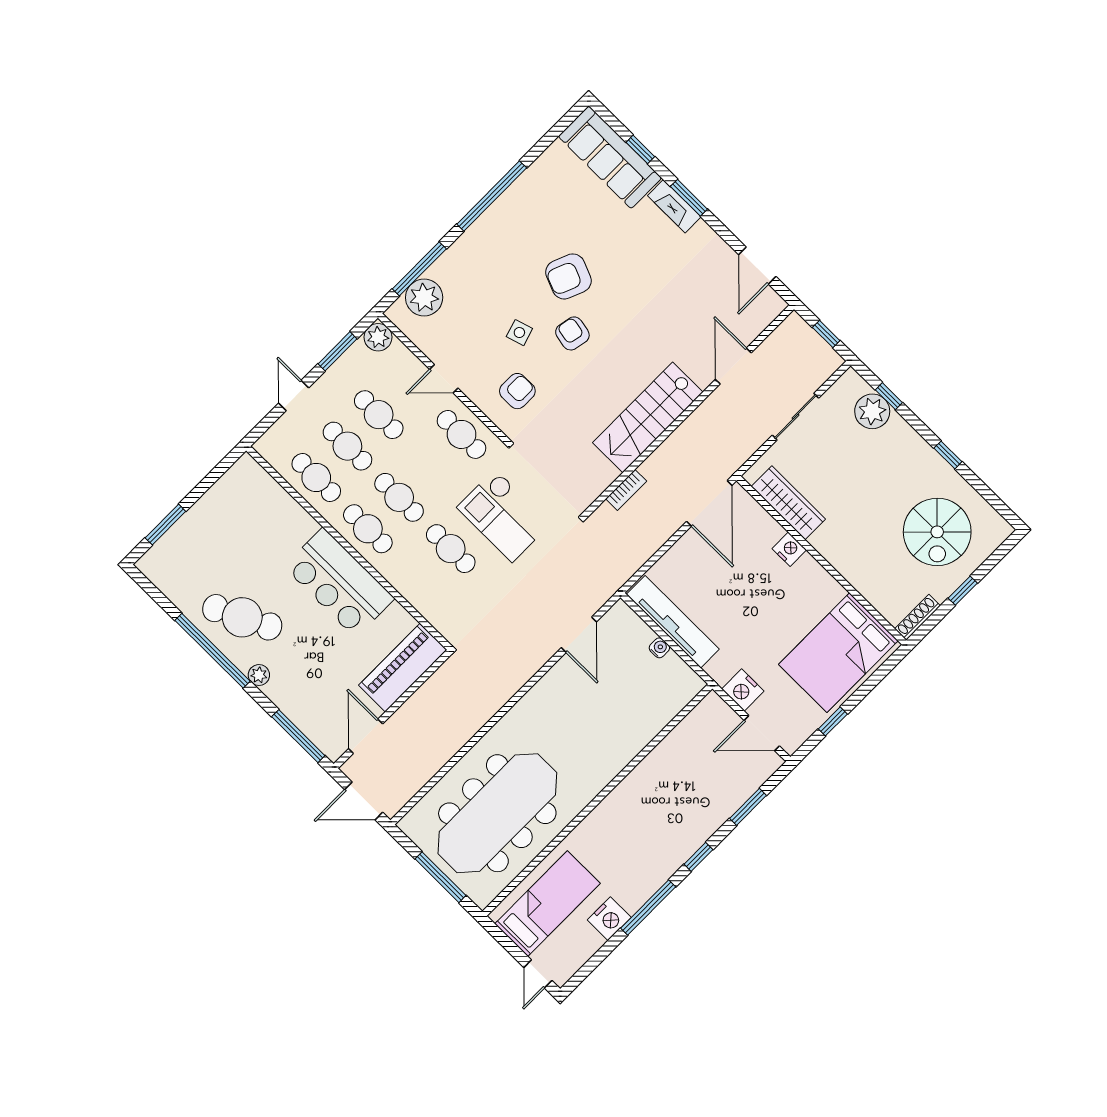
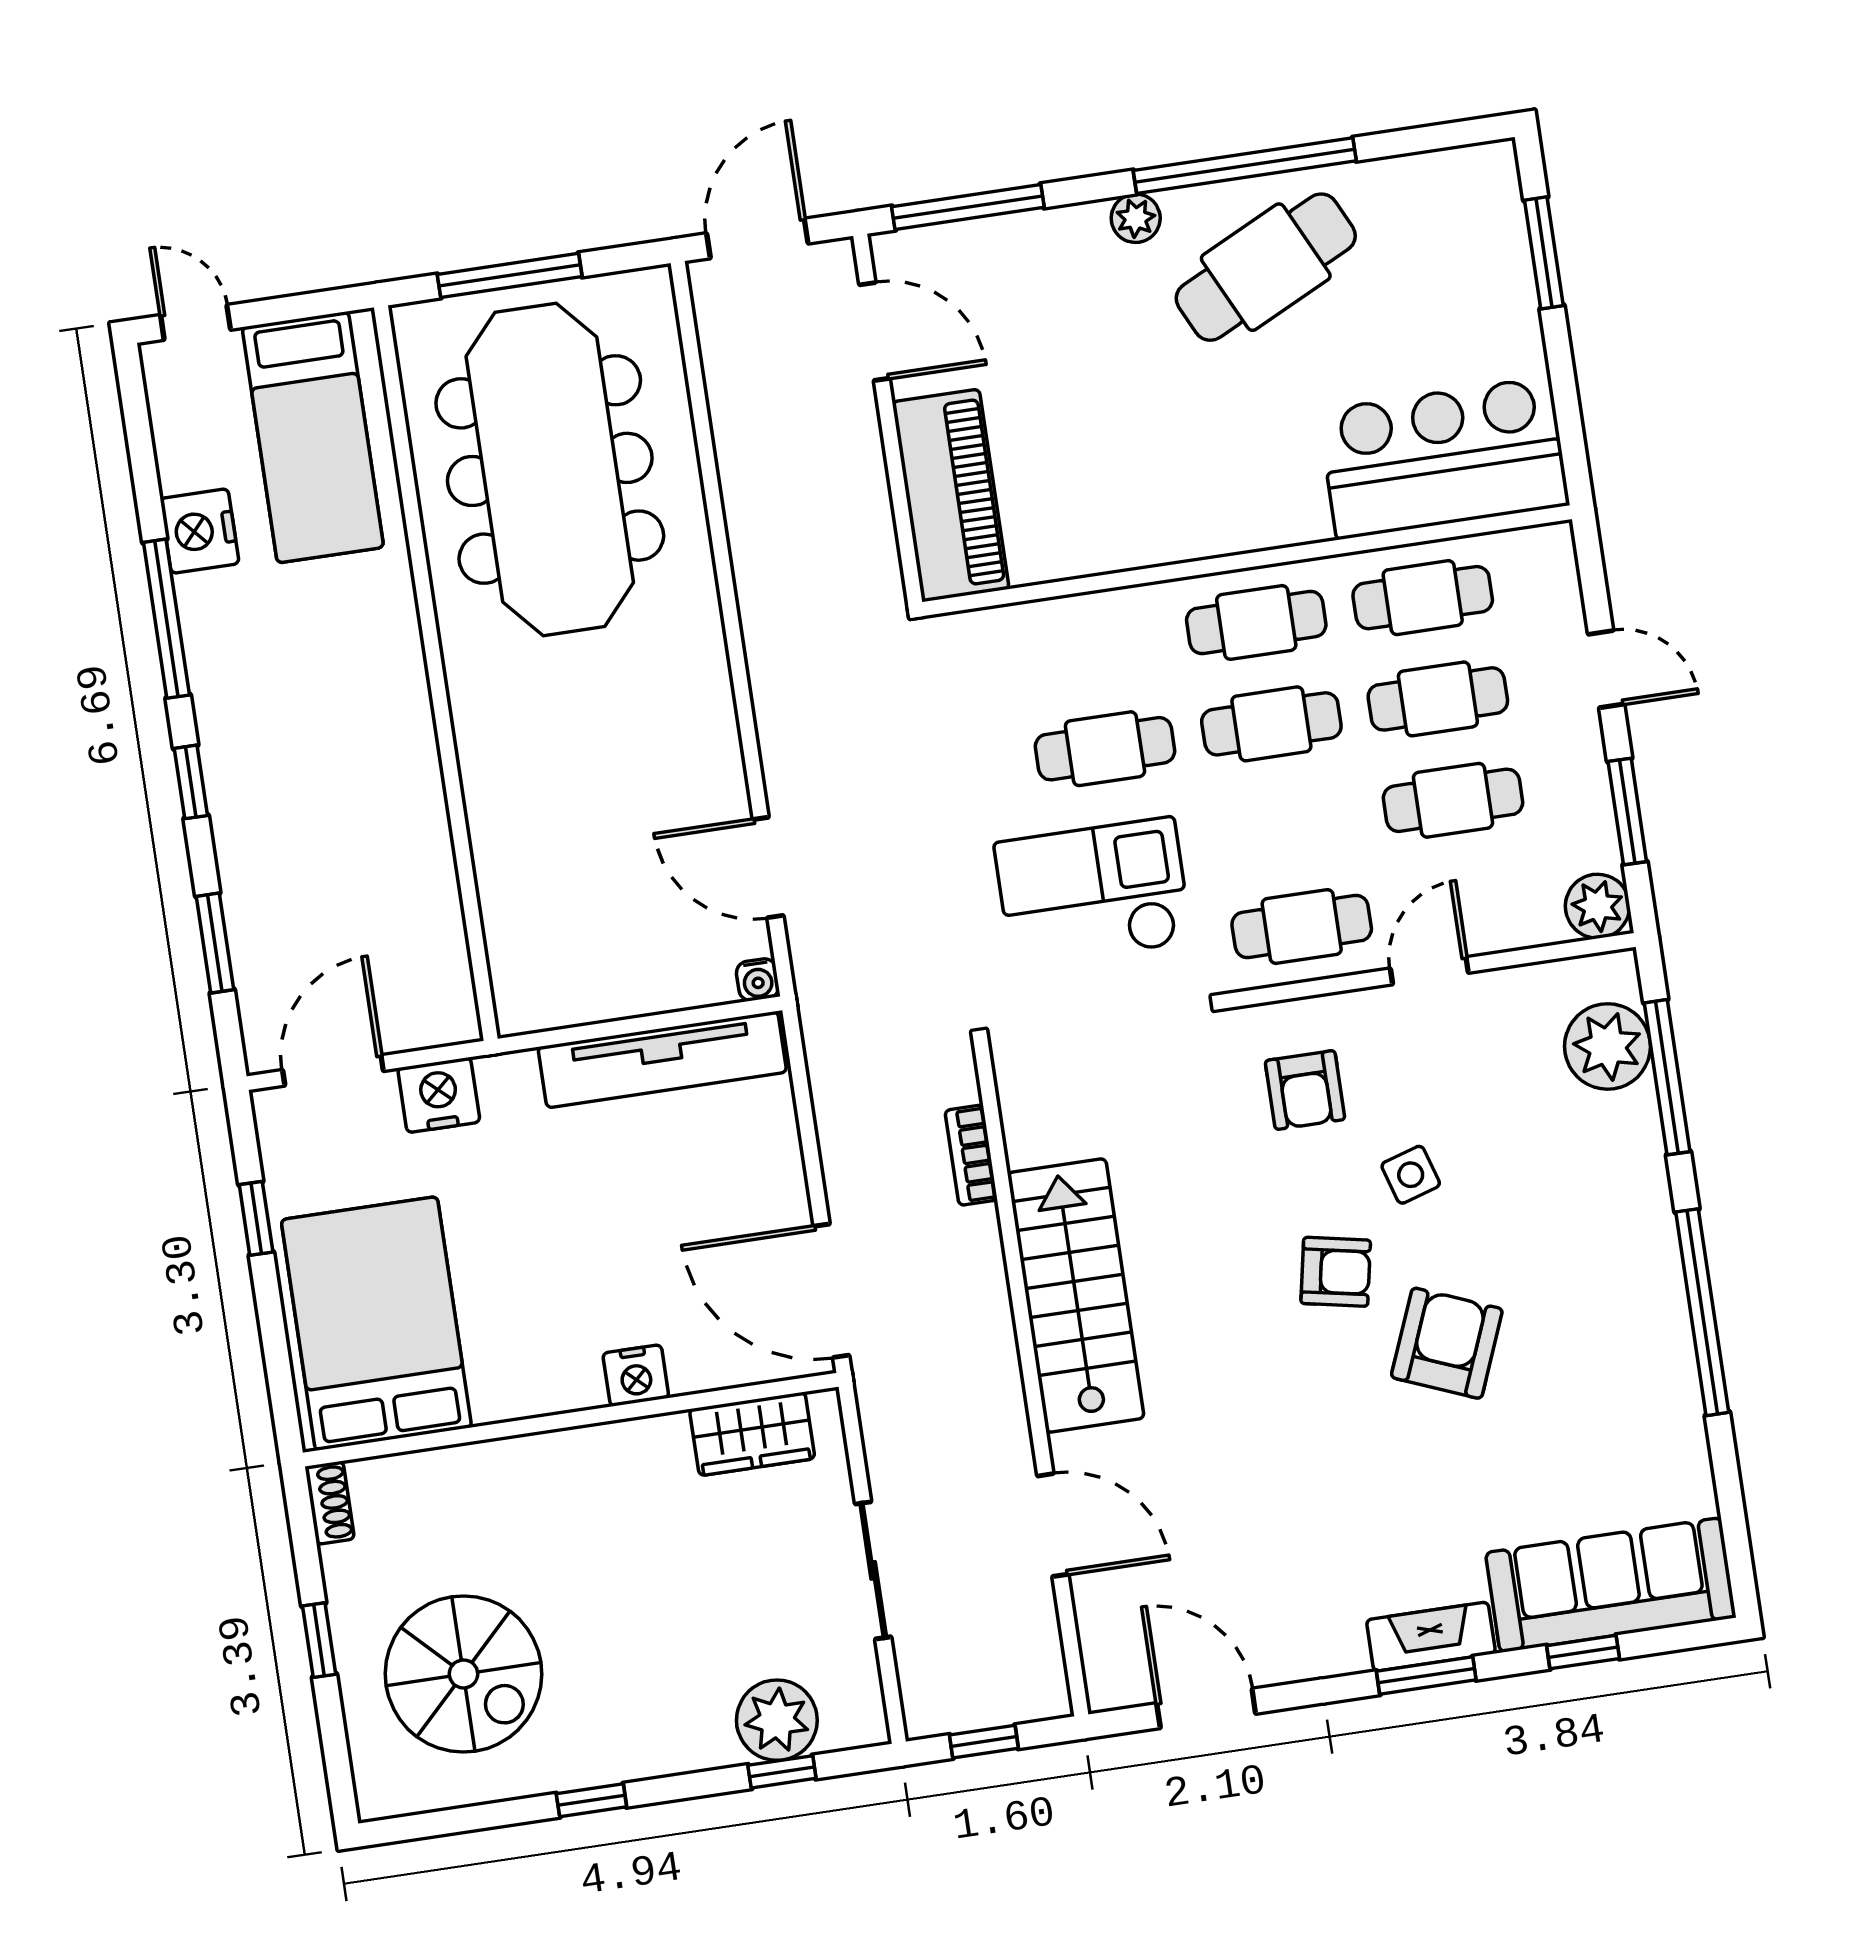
wardrobe: (788, 503) -> (752, 1434), width x0.67
spiral stairs: (937, 532) -> (464, 1674), turned 180
bar counter: (339, 583) -> (1444, 458), moved
shoe rack: (918, 617) -> (330, 1503), width x0.70
water cooler: (659, 648) -> (758, 980), moved

